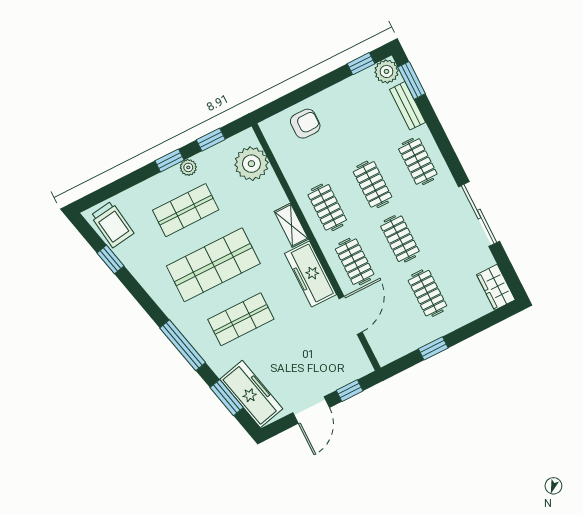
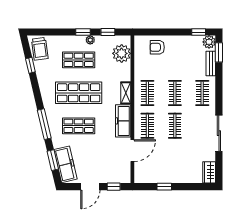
armchair: (305, 124) -> (157, 47), turned 180
clothes rail: (427, 293) -> (175, 159), removed

